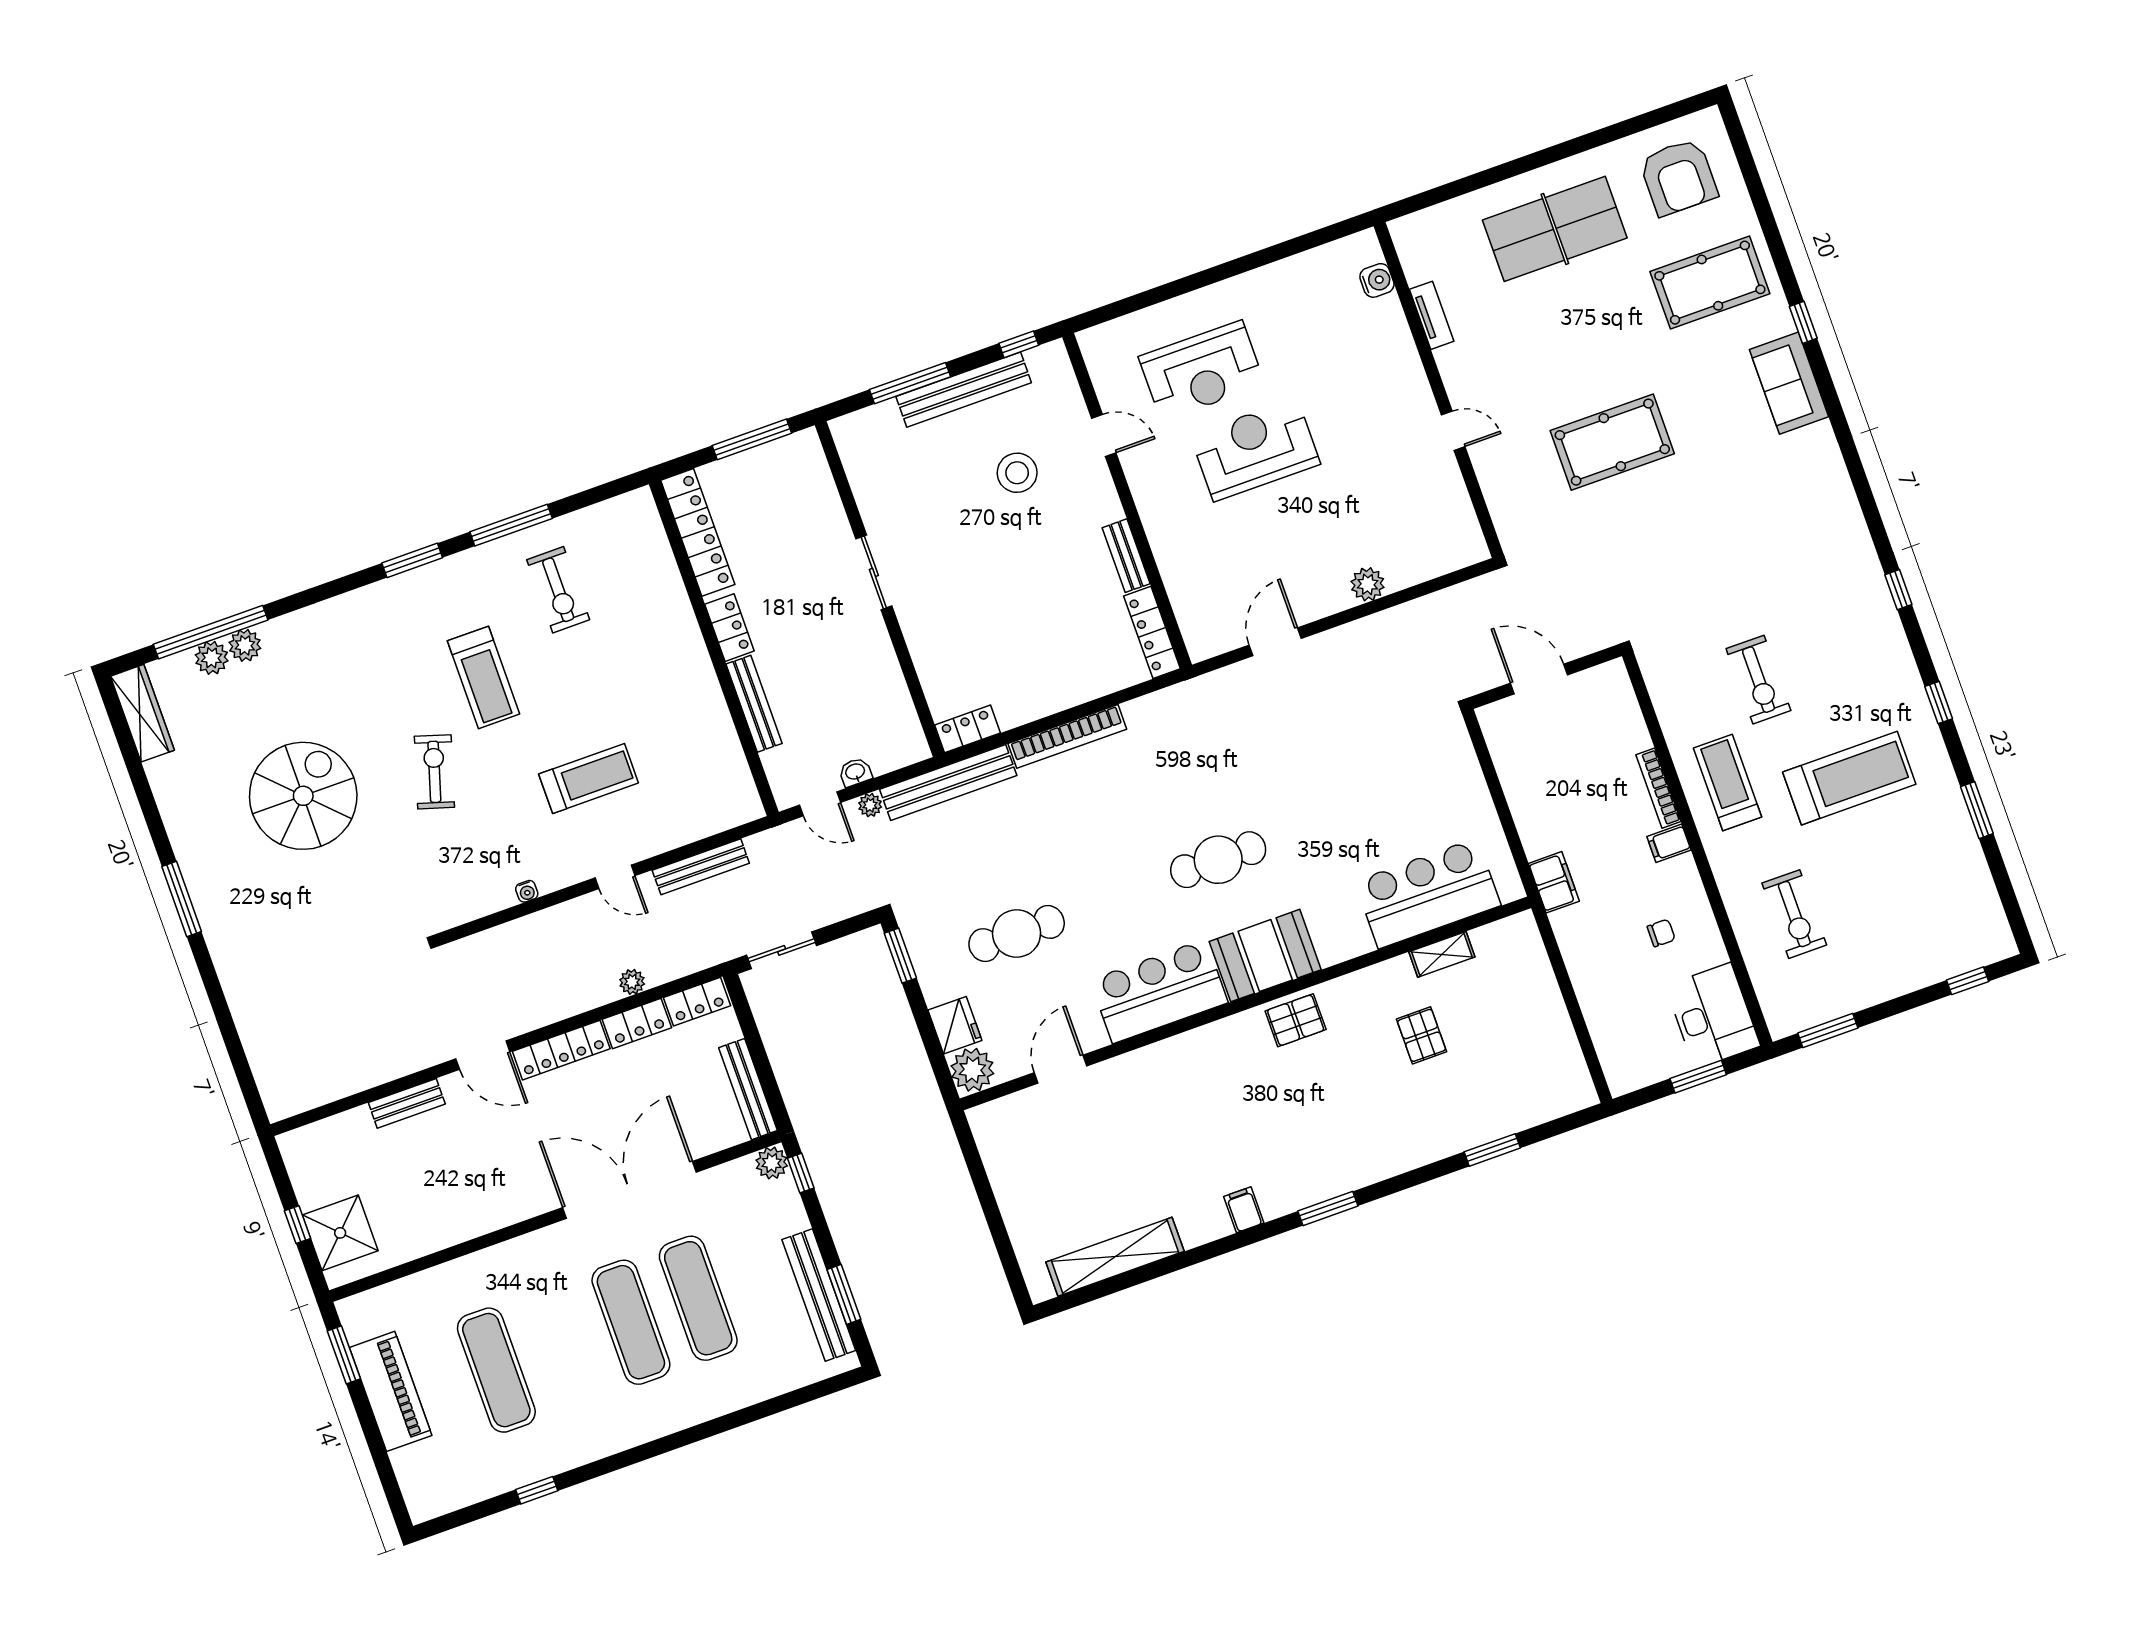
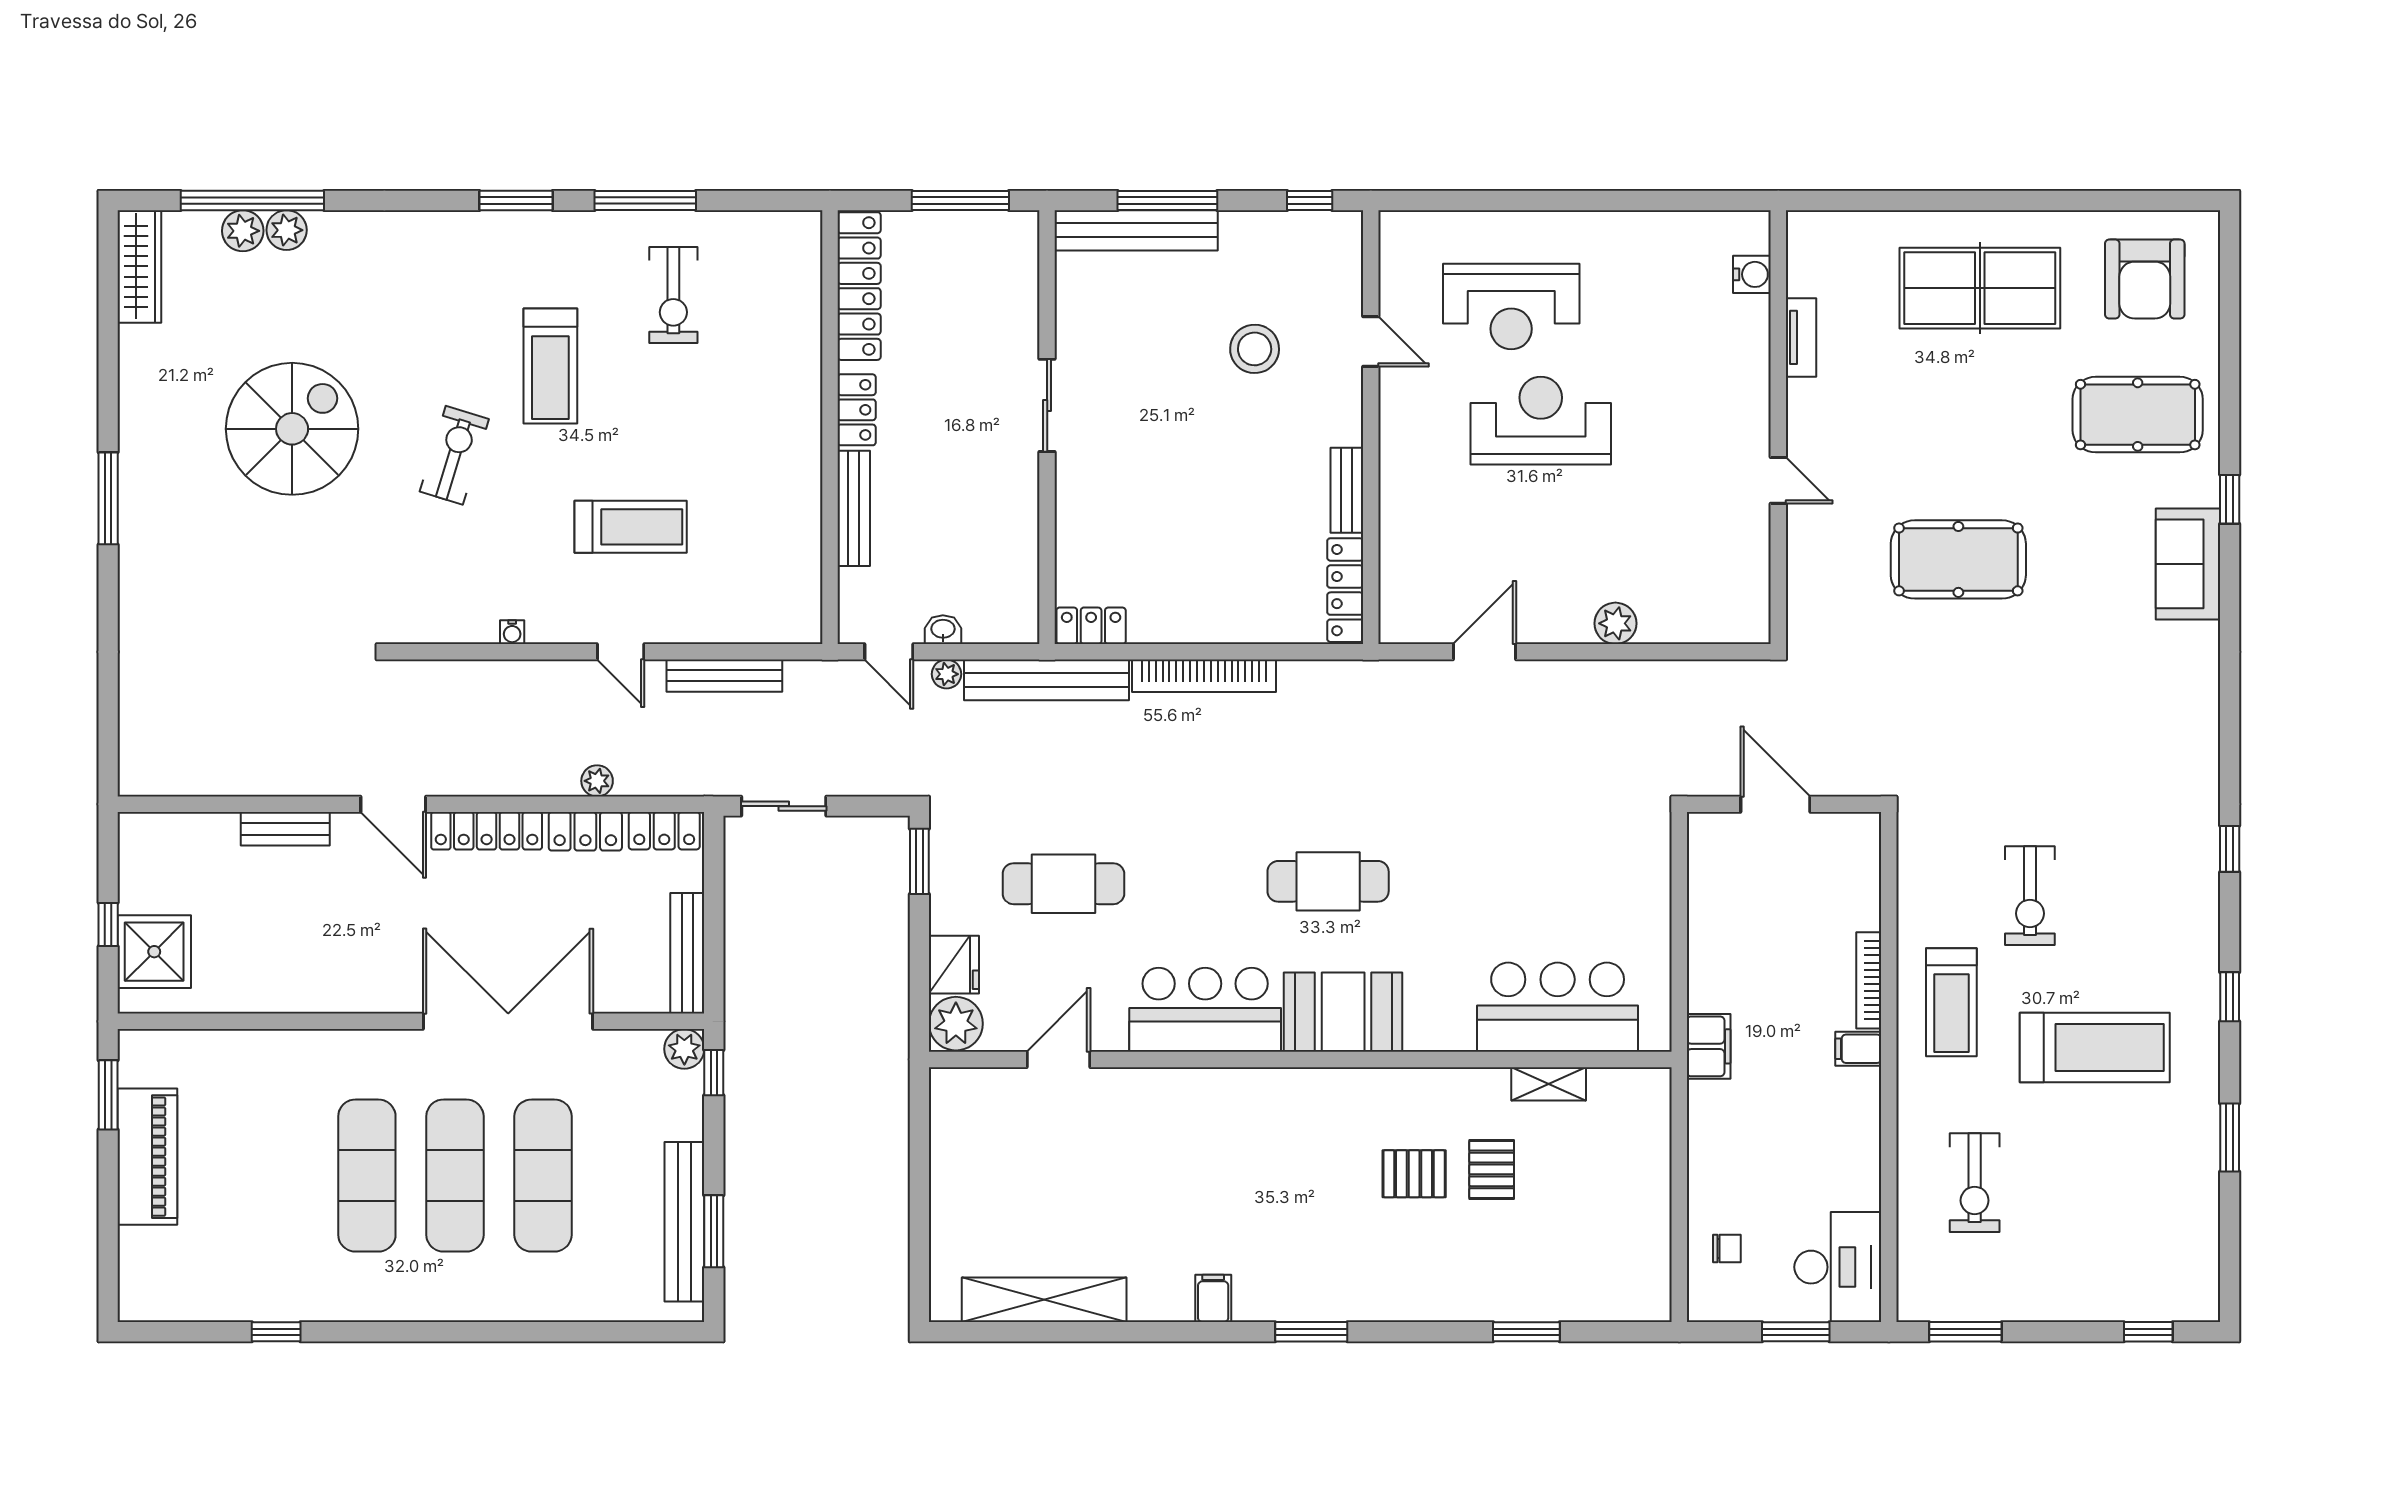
bench: (964, 390) -> (1136, 230), moved
treadmill: (1727, 782) -> (1951, 1002), turned 180
chair: (1661, 933) -> (1727, 1249), moved
pallet: (1296, 1020) -> (1414, 1174), moved
exercise mat: (496, 1370) -> (367, 1176), moved

